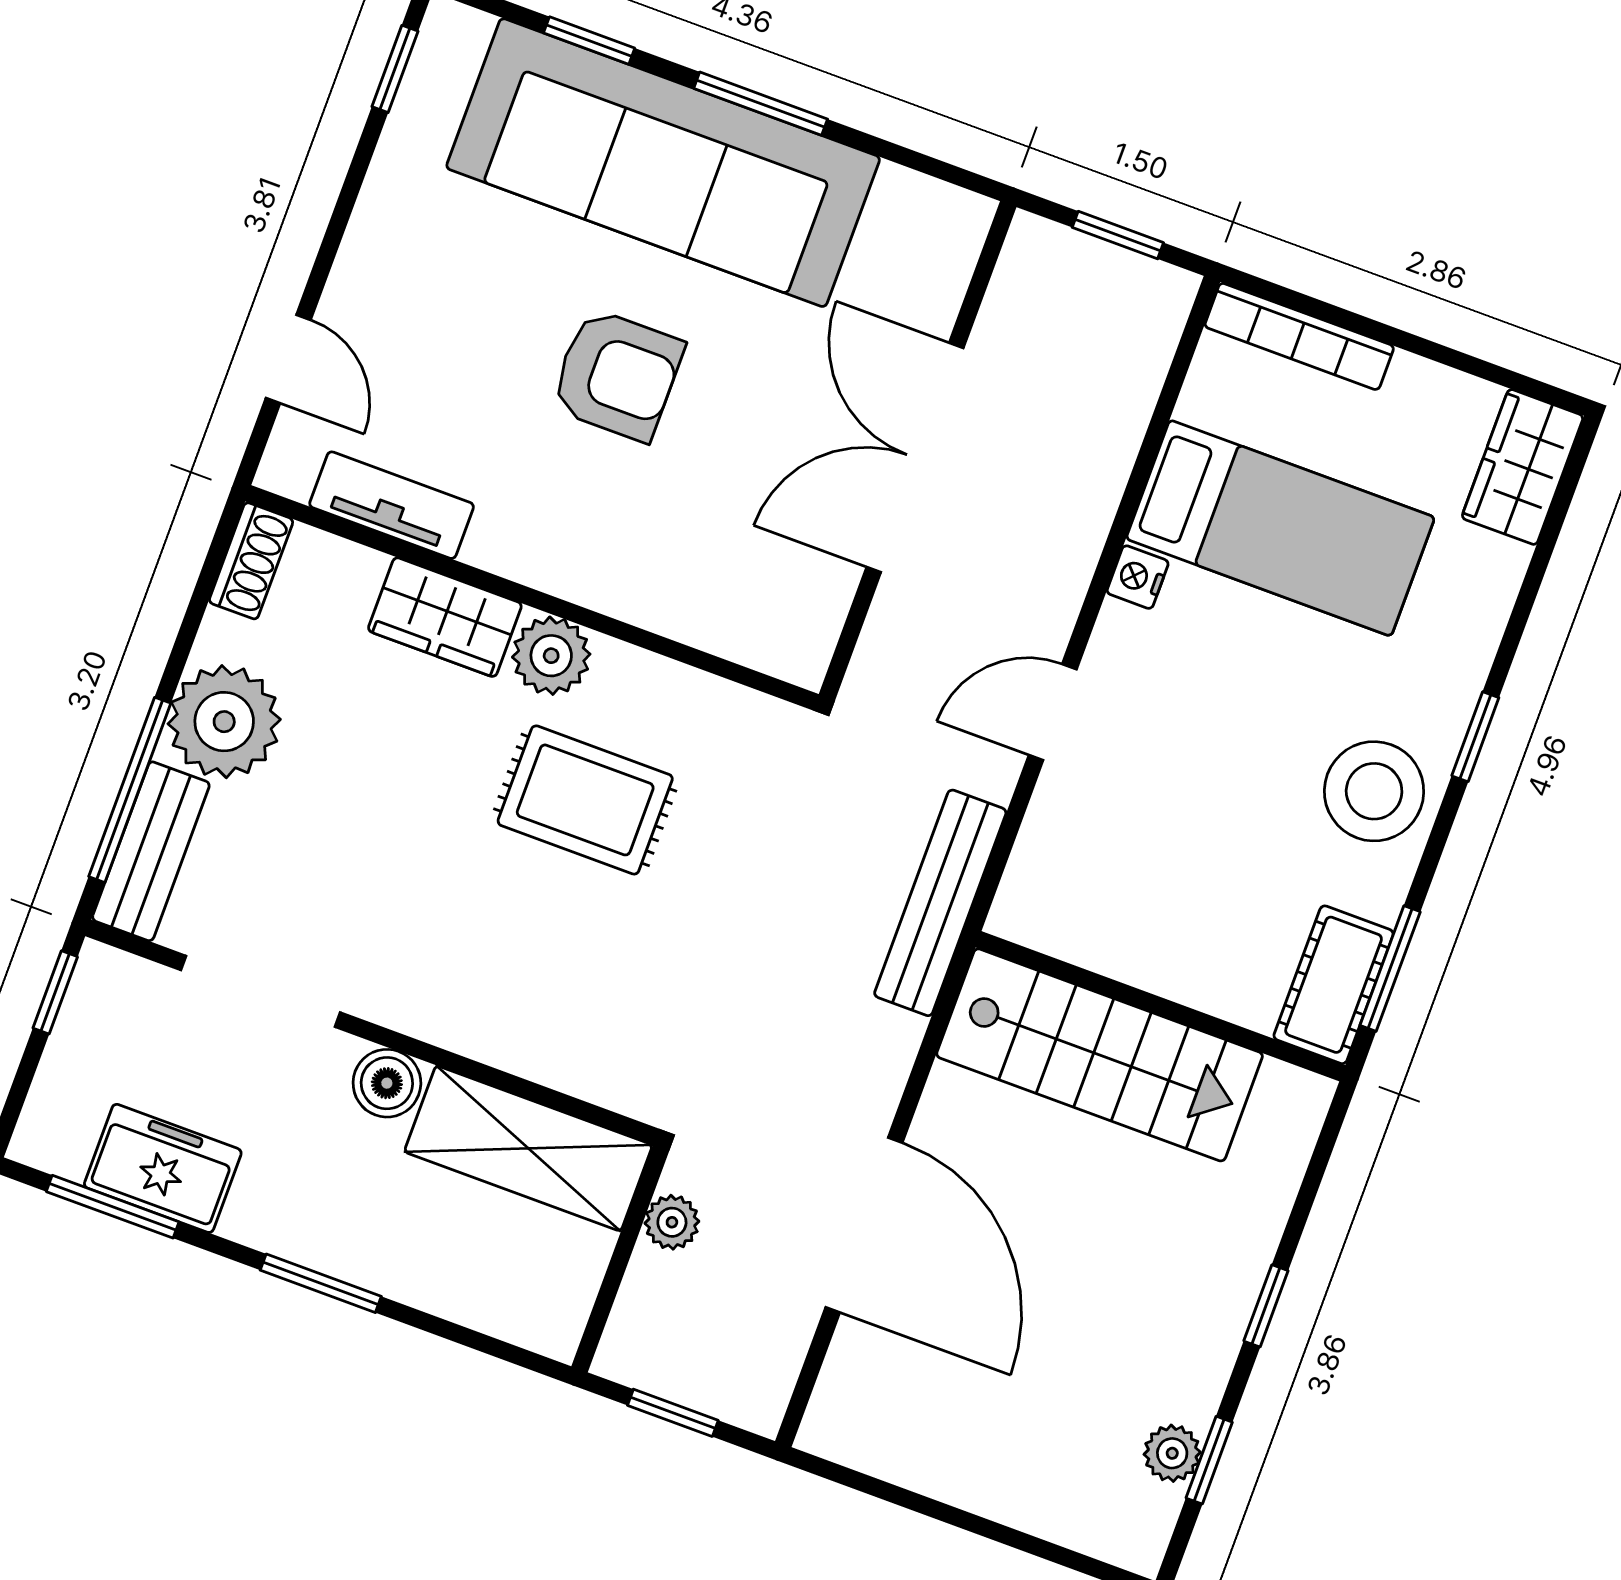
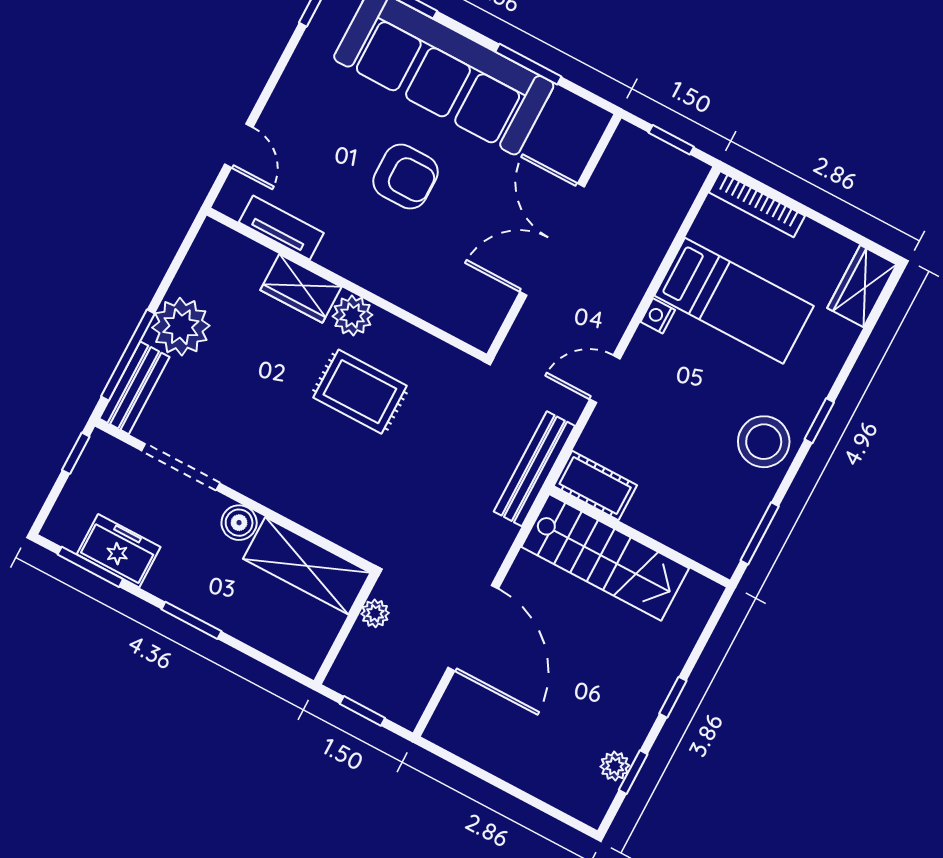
window: (761, 104) -> (528, 64), moved
shoe rack: (251, 561) -> (206, 246), removed
cot: (1334, 985) -> (595, 486), moved, turned 90

